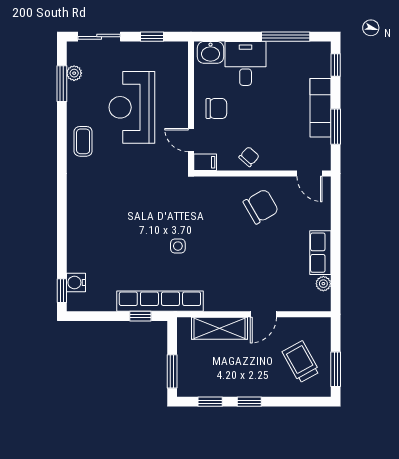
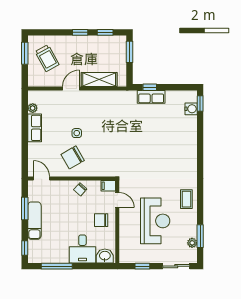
side table: (178, 246) -> (77, 133), moved
row of seats: (160, 301) -> (151, 97), width x0.50

